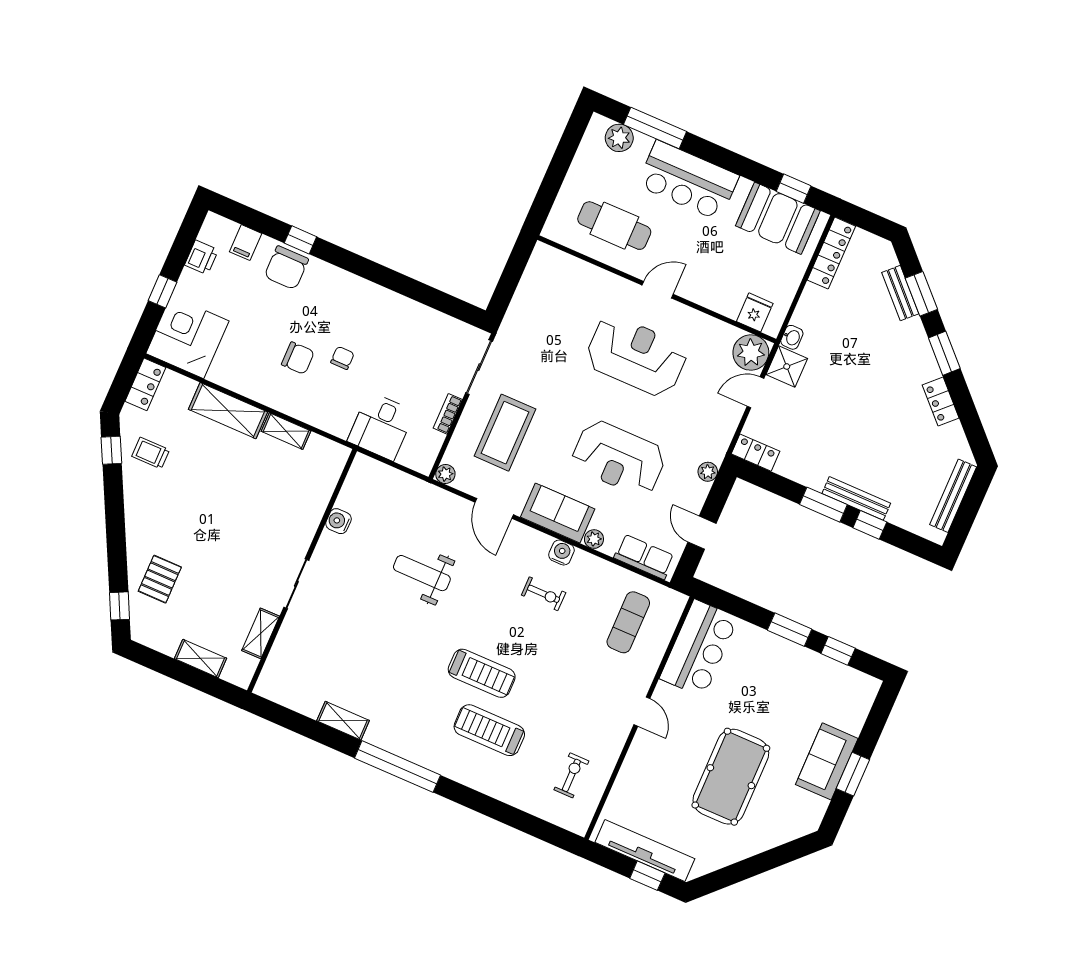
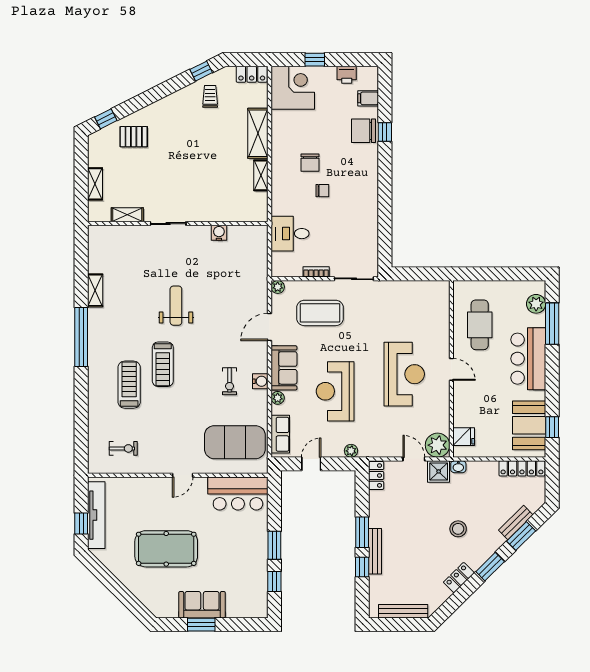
stool: (875, 374) -> (458, 529), added
weight bench: (422, 573) -> (176, 306), moved
exercise mat: (628, 622) -> (235, 442), width x2.00, depth x1.45

